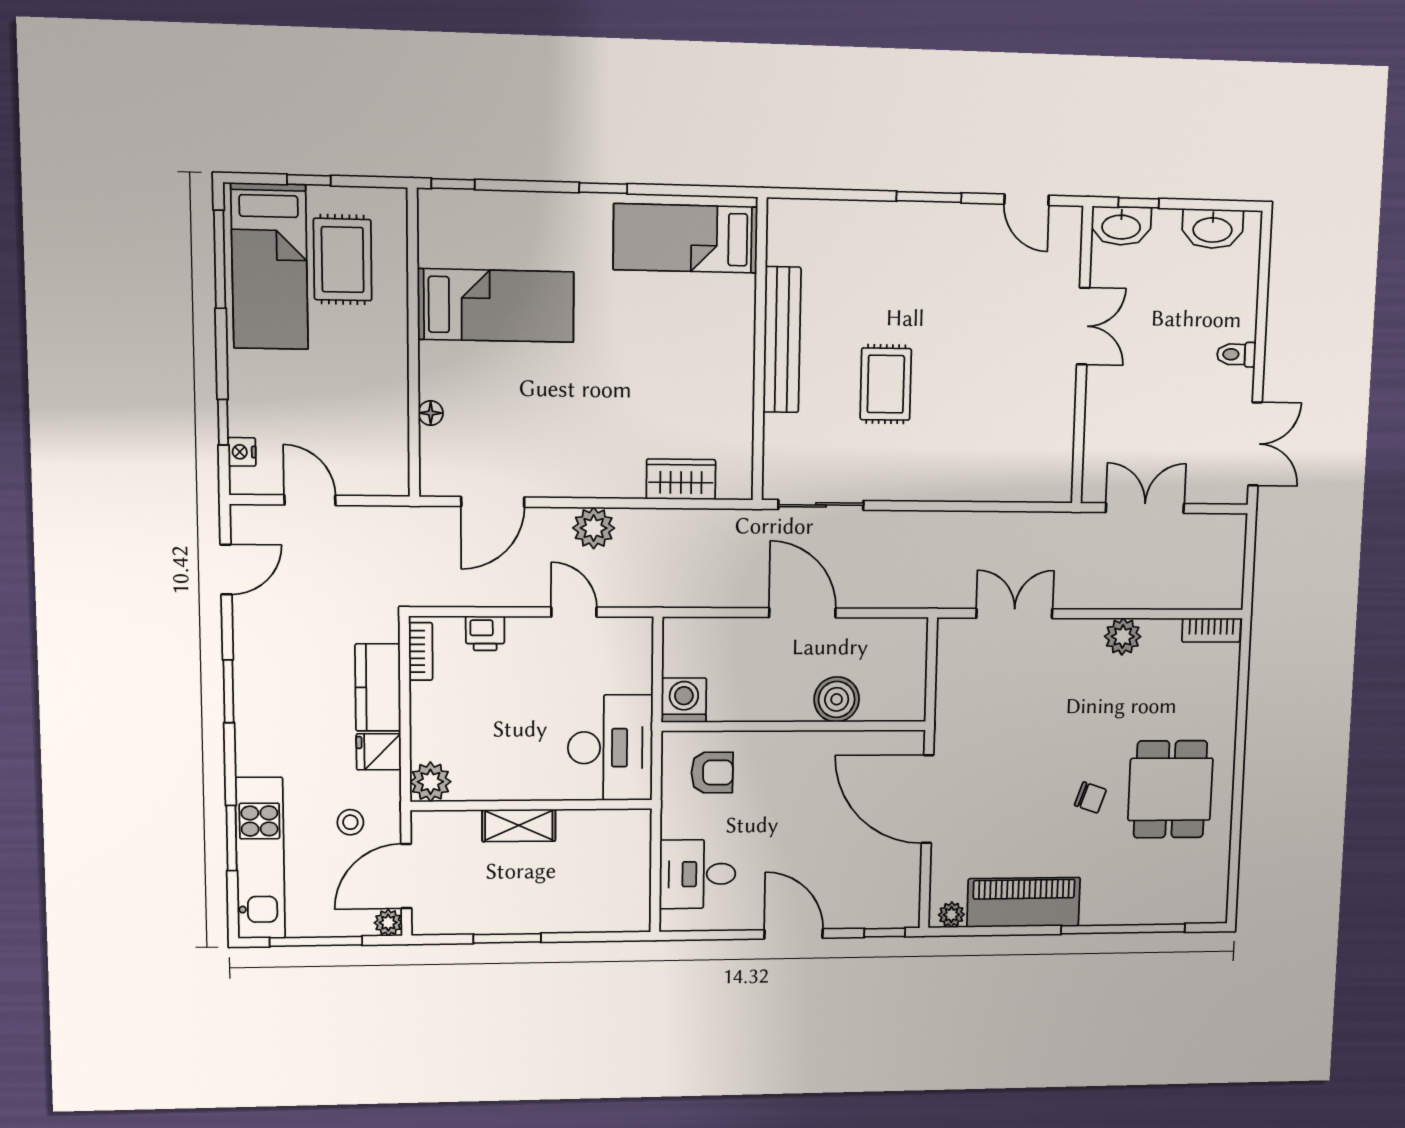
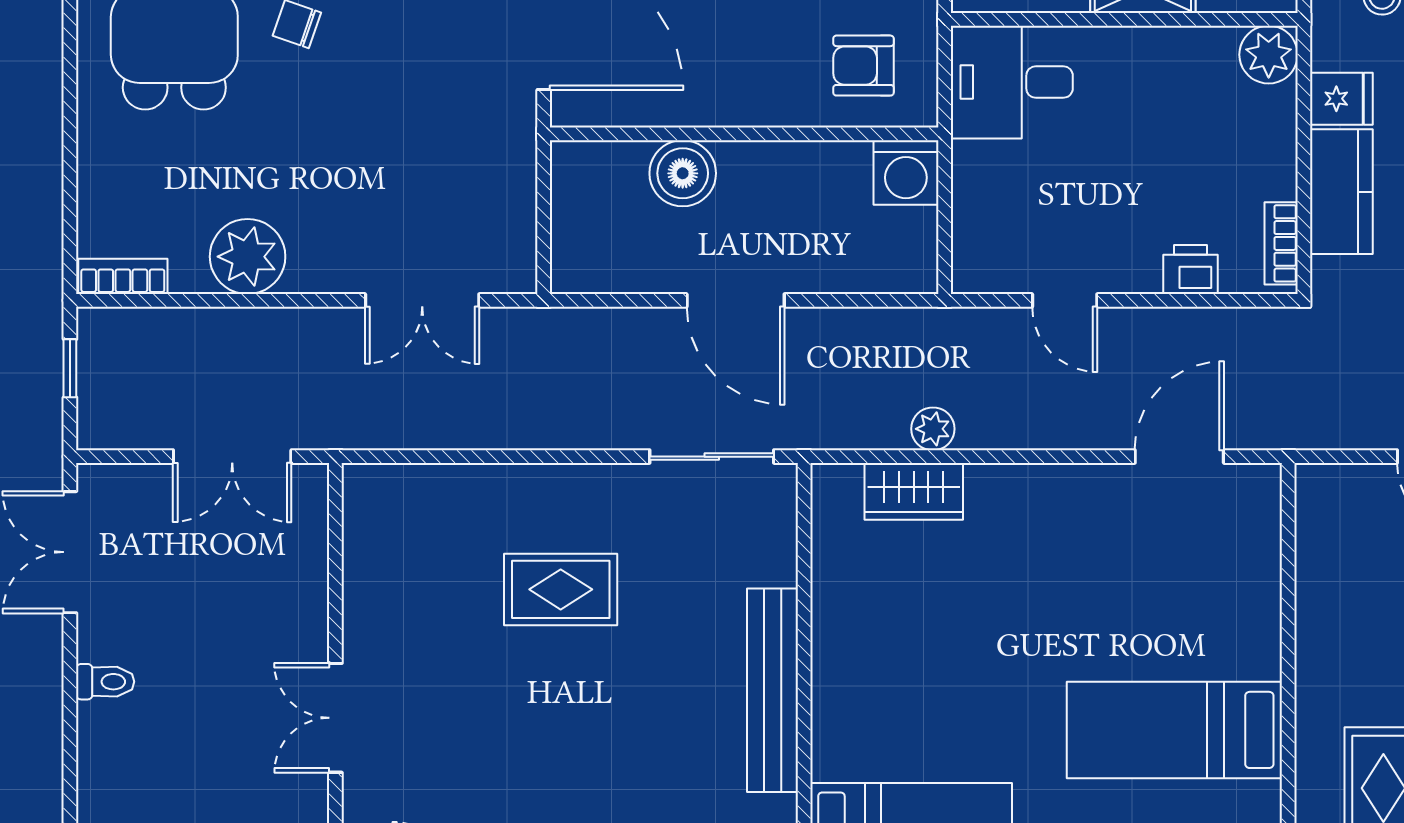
rug: (886, 384) -> (561, 589), moved, turned 90
floor lamp: (431, 413) -> (1265, 580), removed
plant: (594, 528) -> (933, 429), moved, width x0.73, depth x0.73
window: (1249, 569) -> (70, 368), added
plant: (1123, 637) -> (248, 257), width x1.36, depth x1.36
desk: (610, 748) -> (1012, 82), width x0.73

